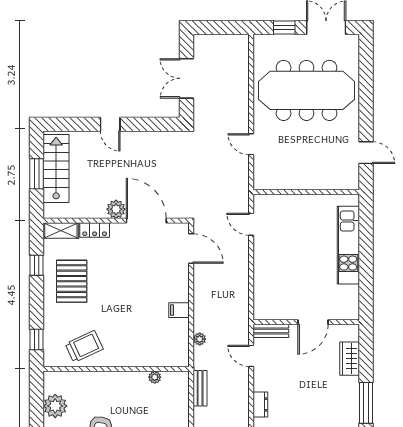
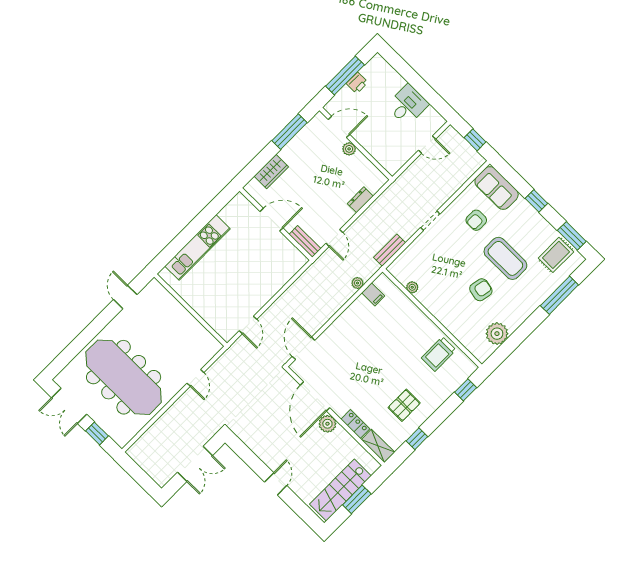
pallet: (72, 281) -> (404, 405), width x0.67, depth x0.71
filing cabinet: (179, 310) -> (373, 294), moved
trolley: (84, 346) -> (439, 354), turned -65

